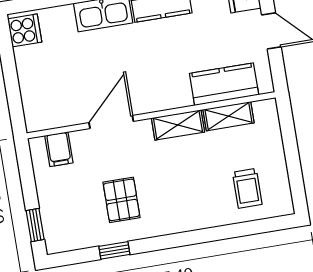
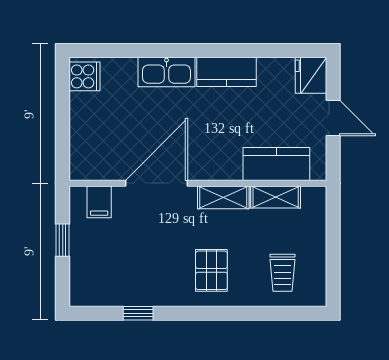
door: (111, 122) -> (156, 183), width x1.36
pallet: (121, 200) -> (211, 270), moved
window: (35, 225) -> (63, 240), moved

